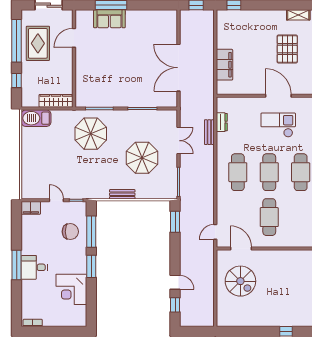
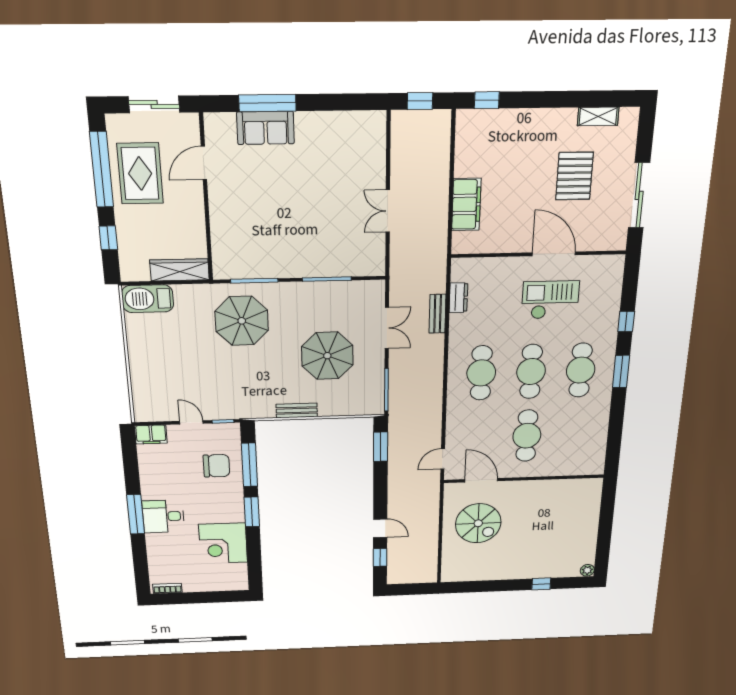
double door: (179, 68) -> (388, 211), width x0.54

